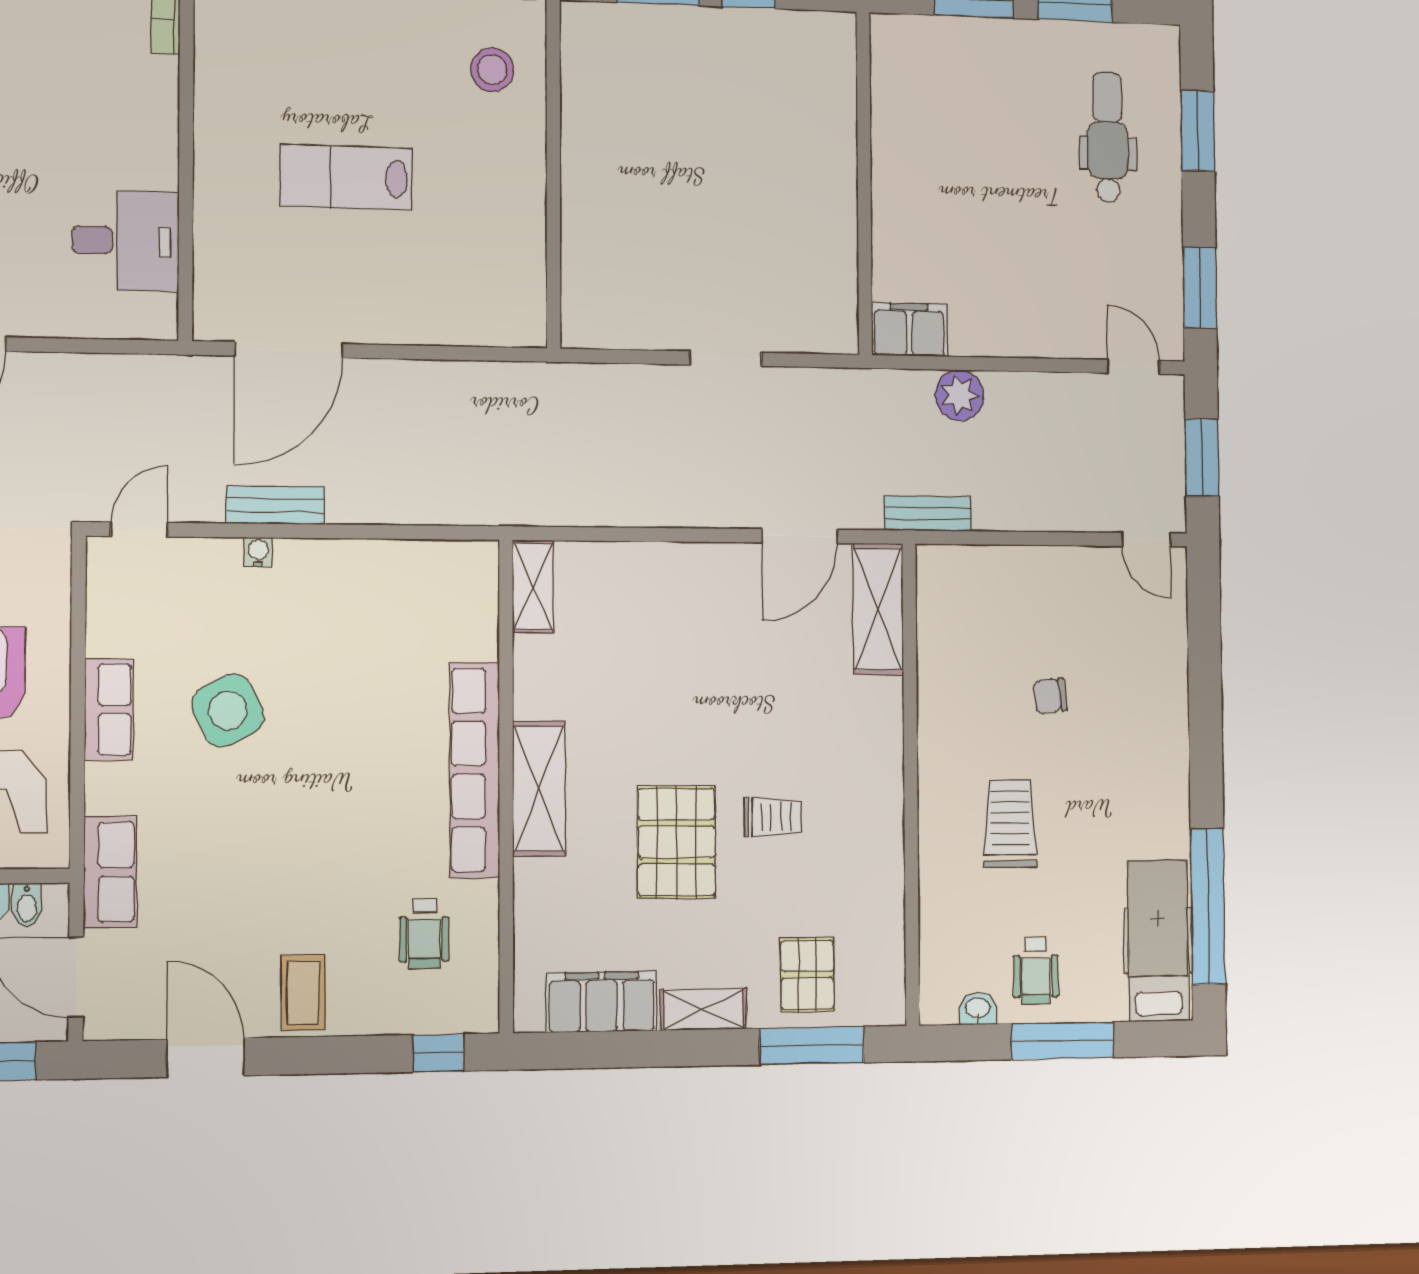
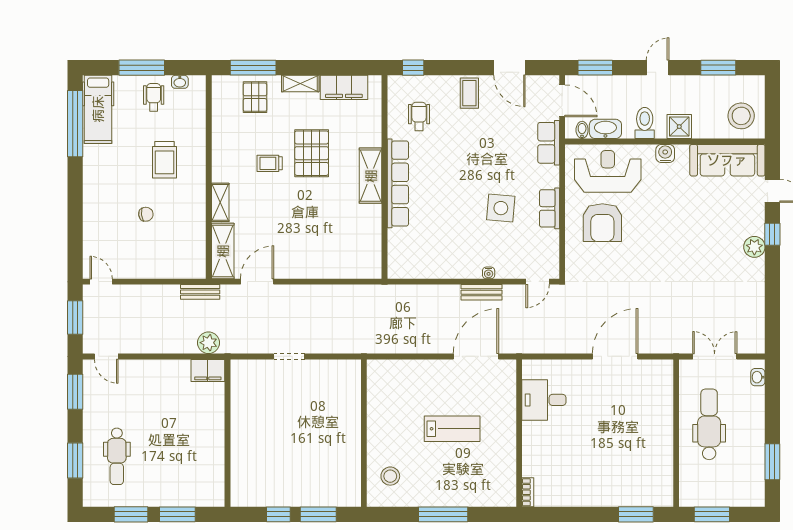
plant: (960, 395) -> (209, 343), moved
shelving: (533, 586) -> (220, 202), moved
side table: (228, 710) -> (501, 208), turned 32

